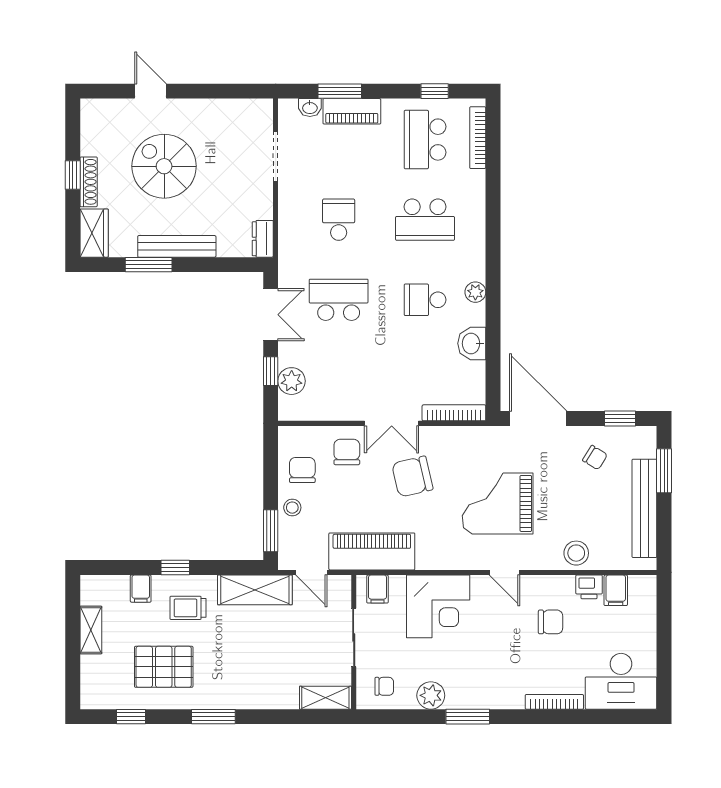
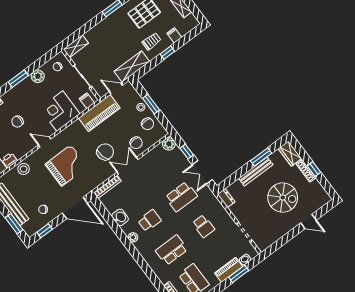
plant: (292, 381) -> (169, 144), moved
window: (271, 531) -> (151, 104), moved
chair: (551, 622) -> (18, 122), moved

